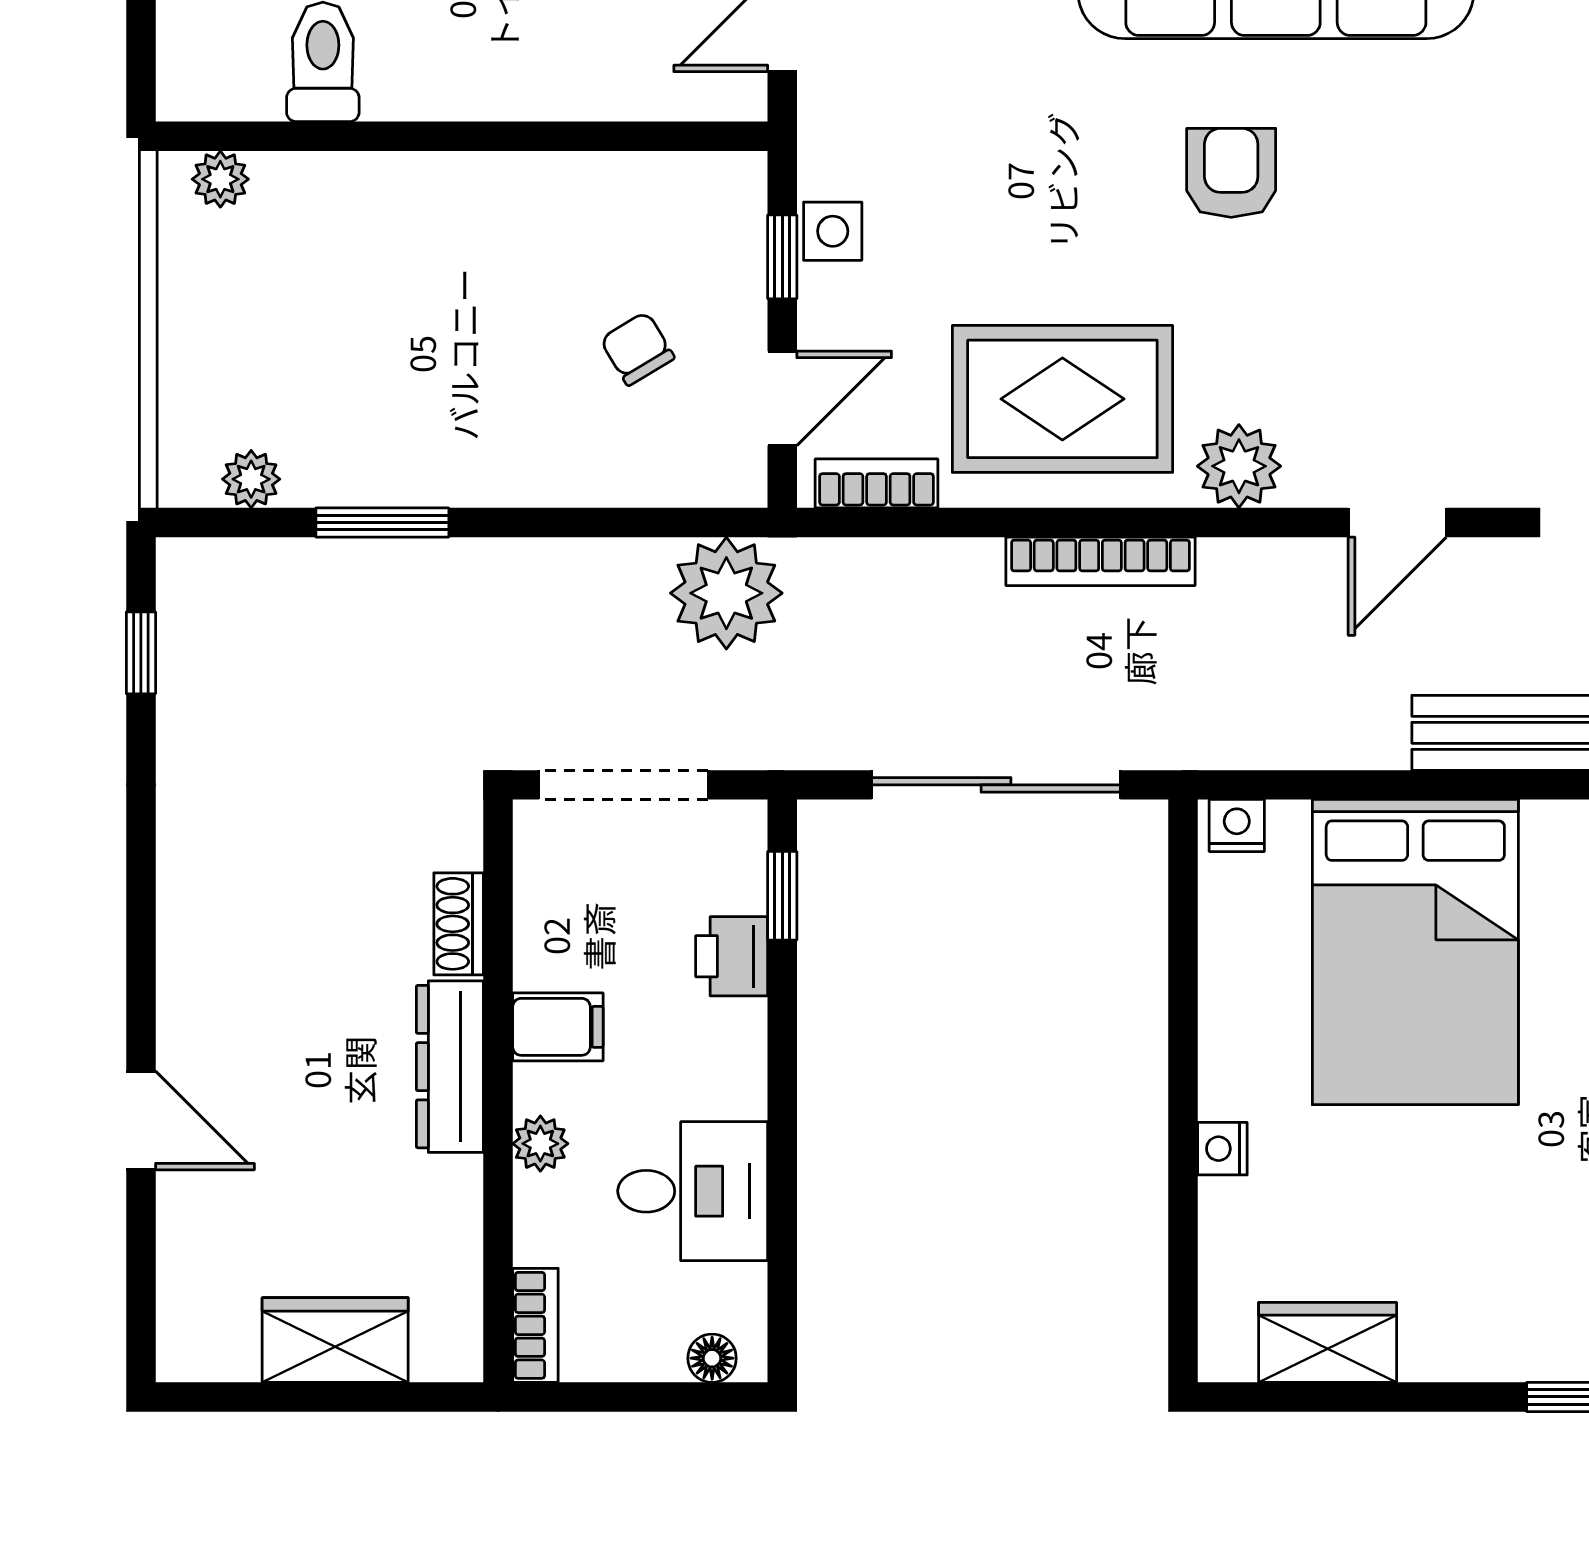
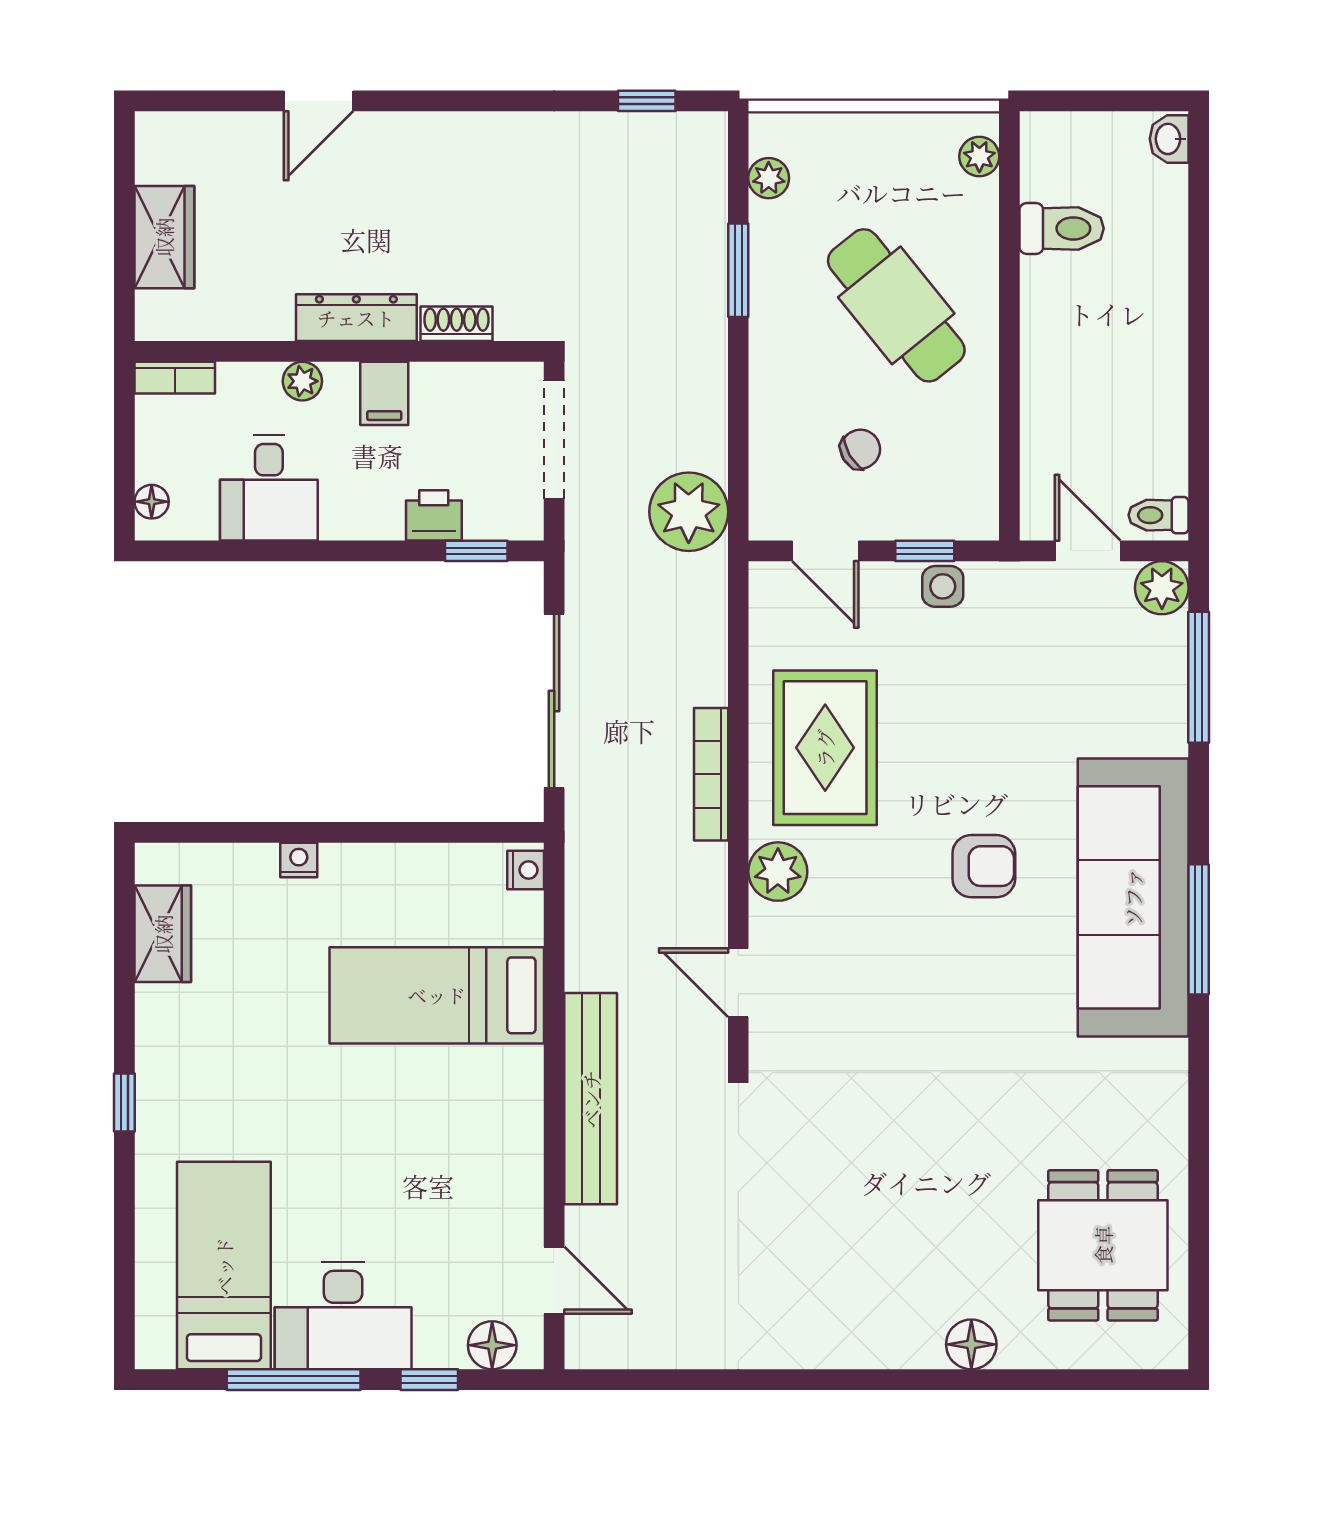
cafe table: (432, 297) -> (896, 305), added
bookcase: (876, 483) -> (766, 617), removed
bed: (1415, 952) -> (437, 995), width x0.67

